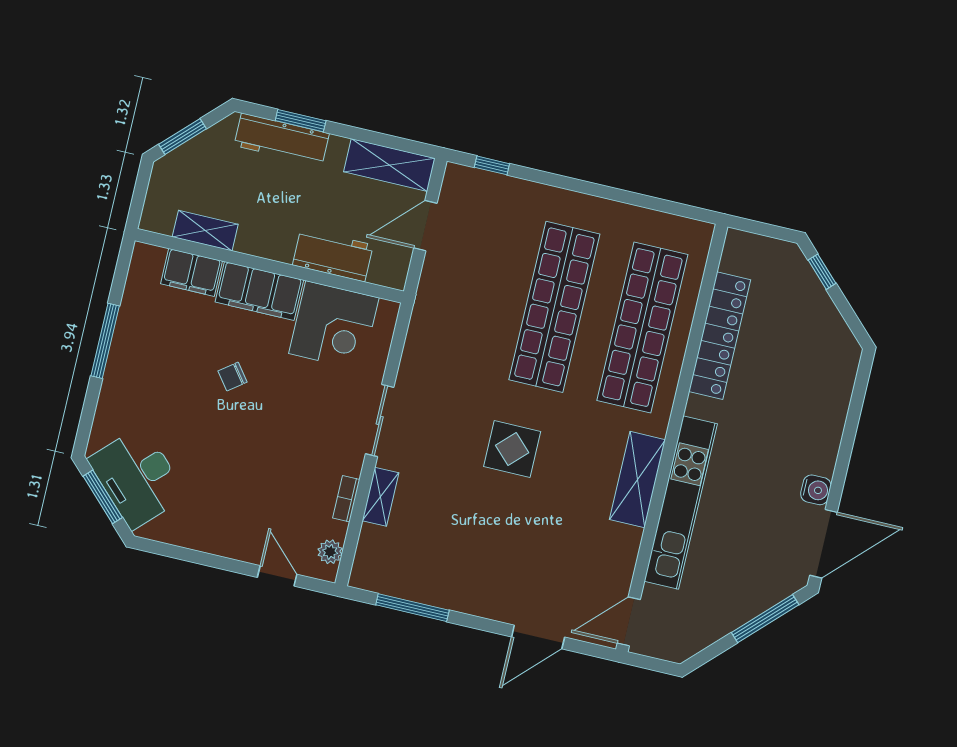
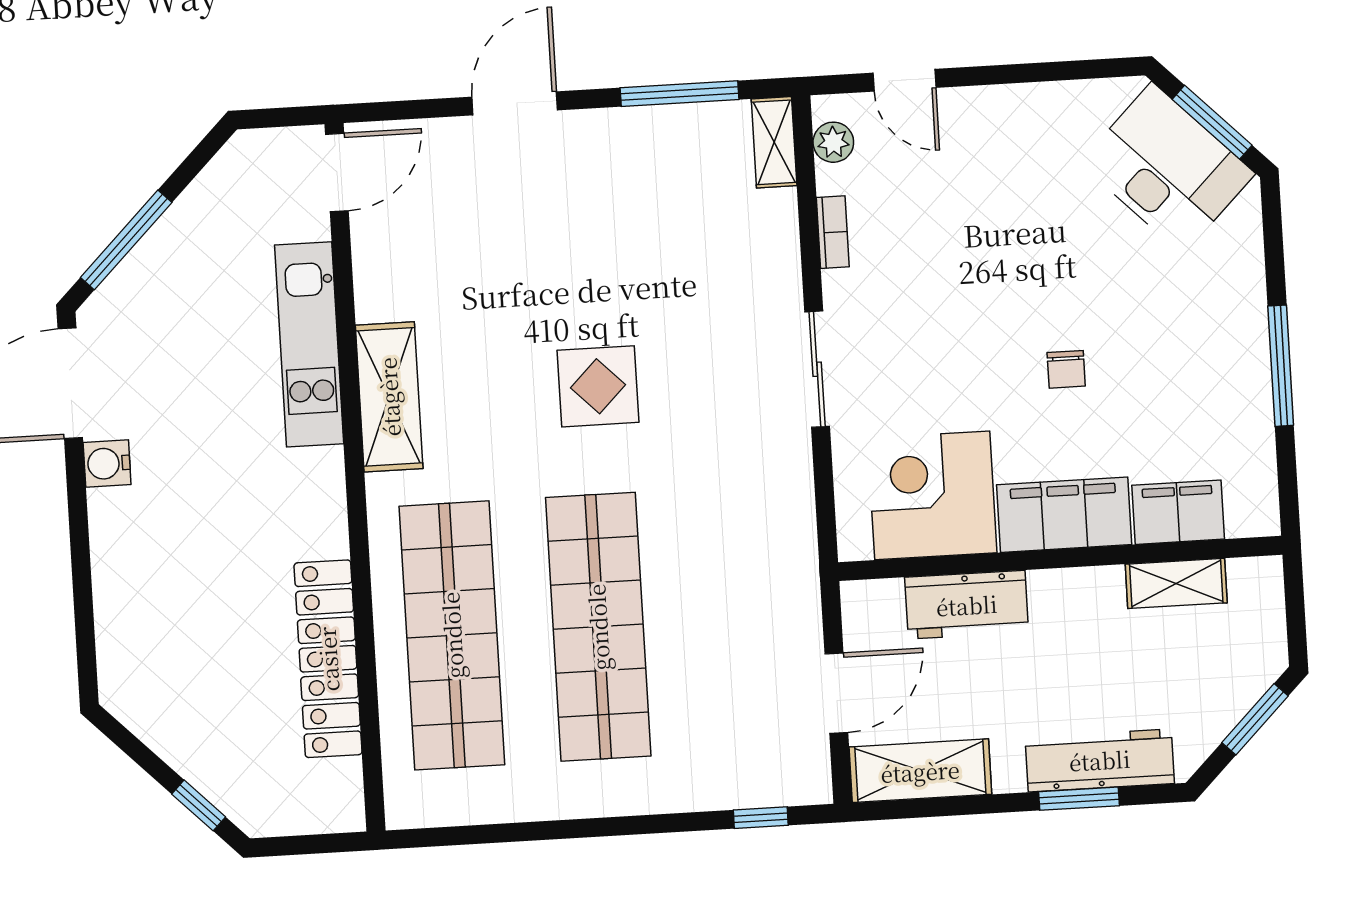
chair: (233, 377) -> (1066, 369), turned 127
shelving: (380, 497) -> (774, 142), moved
kitchen unit: (681, 503) -> (309, 344), width x0.73
door: (538, 637) -> (515, 103), moved

